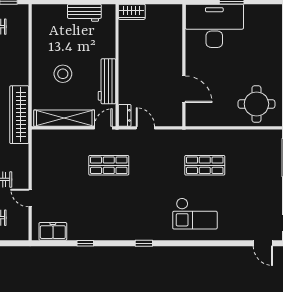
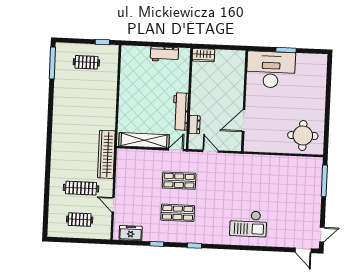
stool: (63, 74) -> (145, 104), removed
door: (184, 89) -> (244, 121), swing flipped
wardrobe: (19, 115) -> (106, 154), moved
dresser: (125, 115) -> (195, 125), moved
shop shelf: (205, 165) -> (178, 213), moved
window: (144, 243) -> (194, 246), moved

